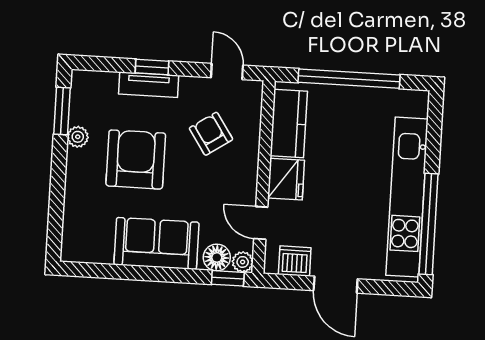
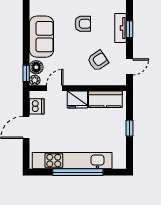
window: (349, 79) -> (130, 128), width x0.32
armchair: (136, 159) -> (83, 24), width x0.53, depth x0.53
window: (429, 224) -> (78, 172), moved

